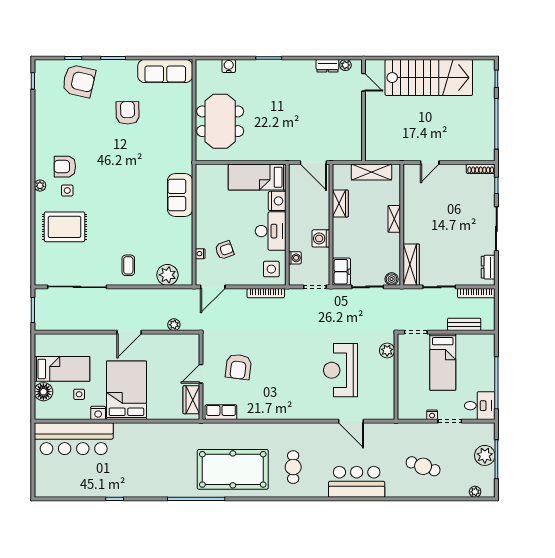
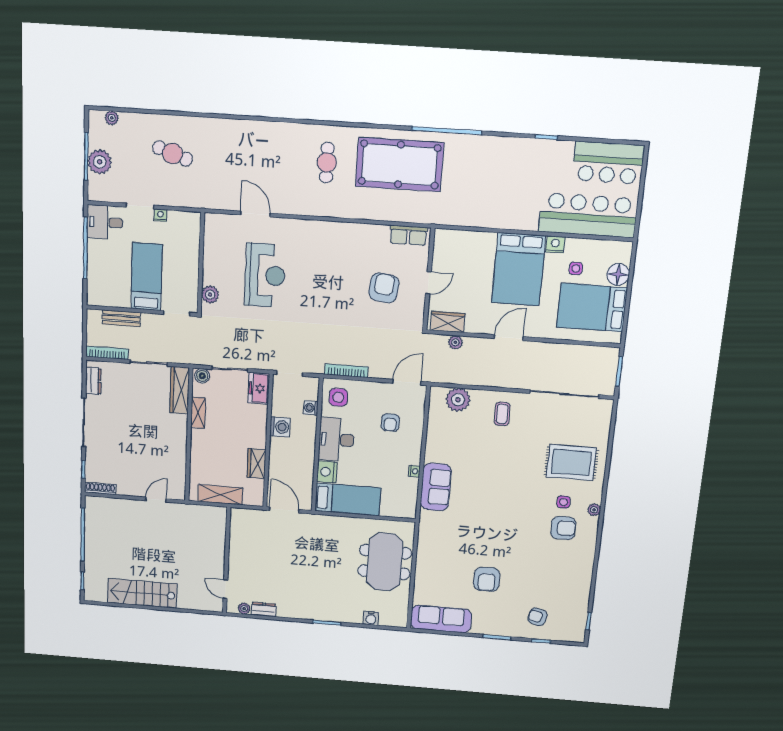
stairs: (429, 78) -> (142, 593), width x0.73, depth x0.66
armchair: (79, 81) -> (537, 617), width x0.53, depth x0.53
shelving: (394, 219) -> (198, 413), moved
armchair: (224, 250) -> (390, 422), turned -70
nightstand: (200, 254) -> (414, 471), moved
bed: (62, 369) -> (592, 308), width x1.50
wardrobe: (191, 400) -> (448, 322), moved, turned -90
bar counter: (357, 482) -> (608, 163), moved

